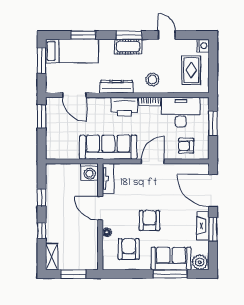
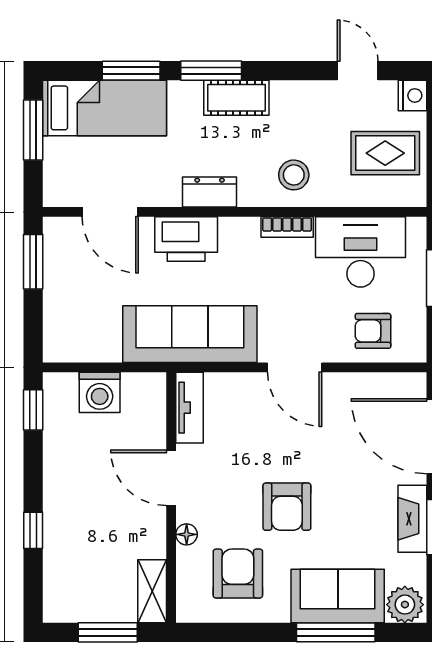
window: (129, 35) -> (211, 71), moved
door: (167, 35) -> (358, 71), moved
rug: (191, 70) -> (385, 153), turned 90
dresser: (117, 87) -> (210, 192), width x0.70
printer: (124, 107) -> (186, 239), moved
door: (153, 161) -> (295, 367), swing flipped
washing machine: (90, 172) -> (100, 392), moved
window: (42, 197) -> (33, 410), moved
armchair: (149, 221) -> (287, 507), turned 180
shelving: (52, 256) -> (152, 591), moved

